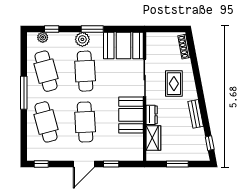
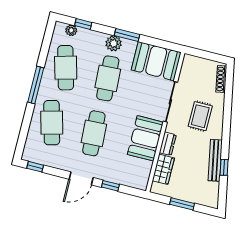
bench: (196, 114) -> (215, 160), width x1.36
window: (210, 143) -> (224, 167), moved

